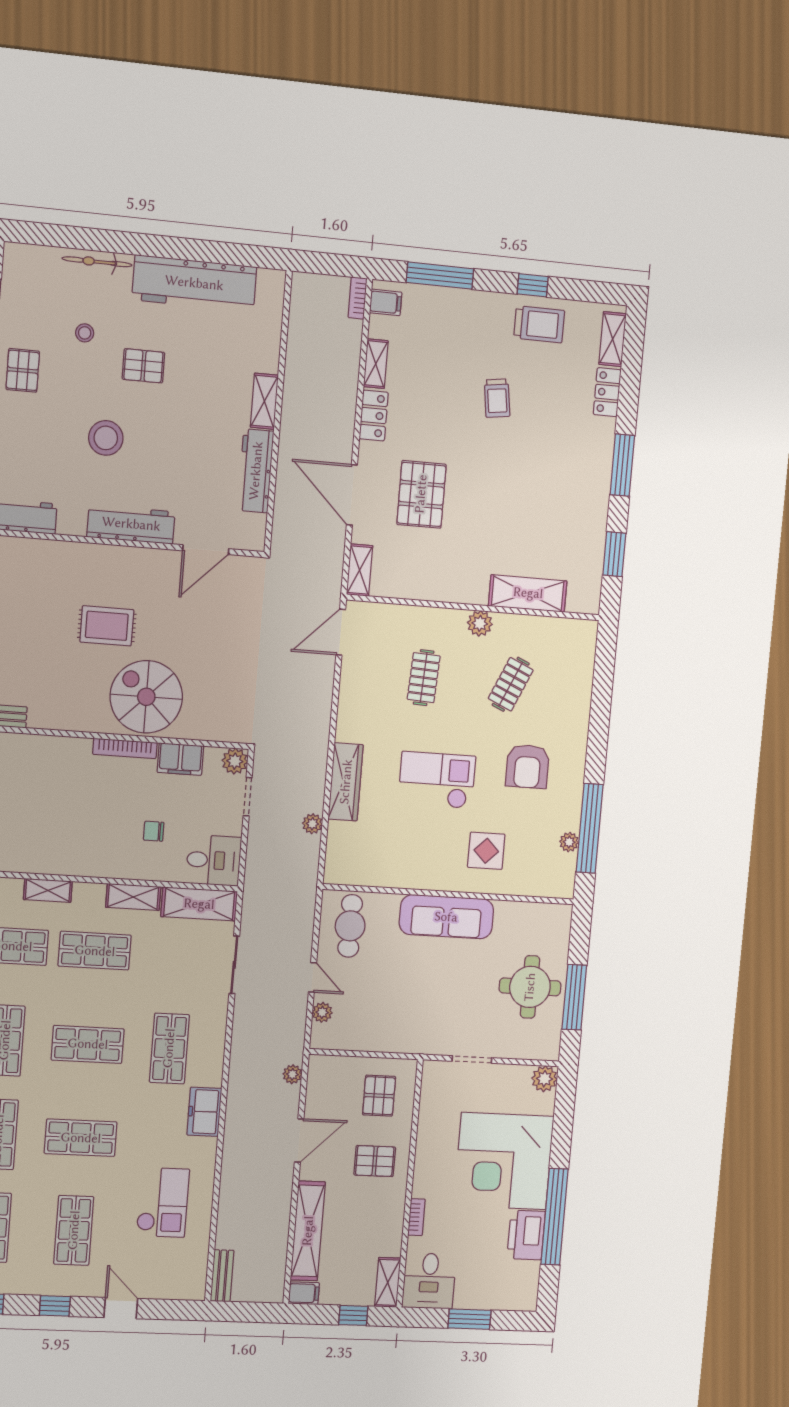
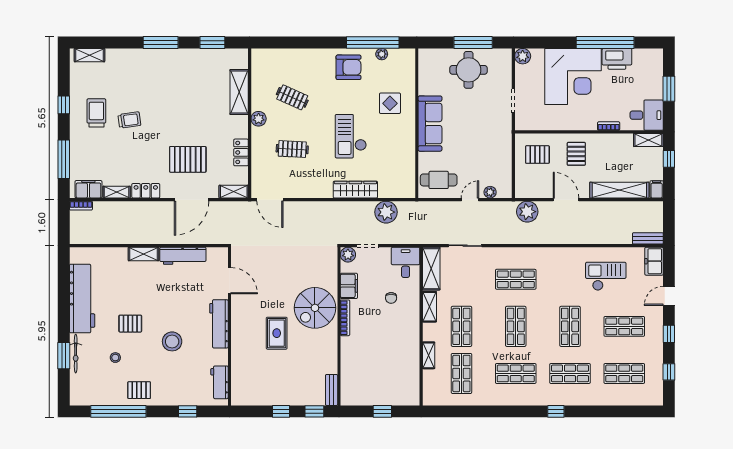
window: (95, 240) -> (64, 356), added
filing cabinet: (386, 302) -> (88, 189), width x2.00
trolley: (539, 324) -> (96, 113), moved
pallet: (143, 366) -> (130, 324), turned 90
locker: (607, 392) -> (241, 152), moved, turned 90
armchair: (527, 766) -> (348, 67), moved
plant: (312, 824) -> (386, 212), width x1.87, depth x1.87
plant: (292, 1074) -> (527, 212), width x1.88, depth x1.88
freezer: (204, 1112) -> (654, 261), moved, turned 90

